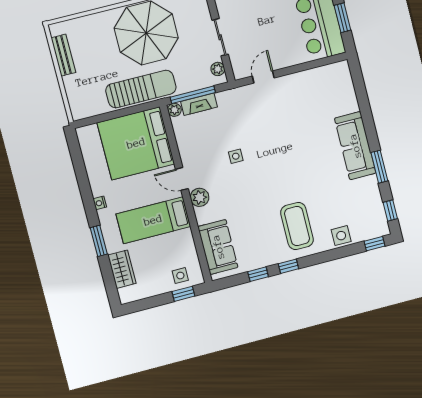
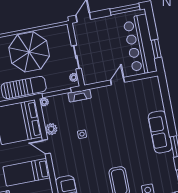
door: (263, 77) -> (118, 81), moved
fireplace: (199, 104) -> (80, 96), moved
plant: (200, 197) -> (51, 129), moved

